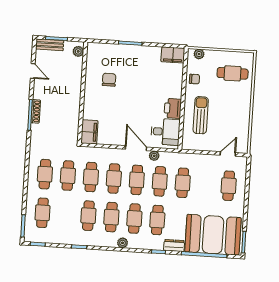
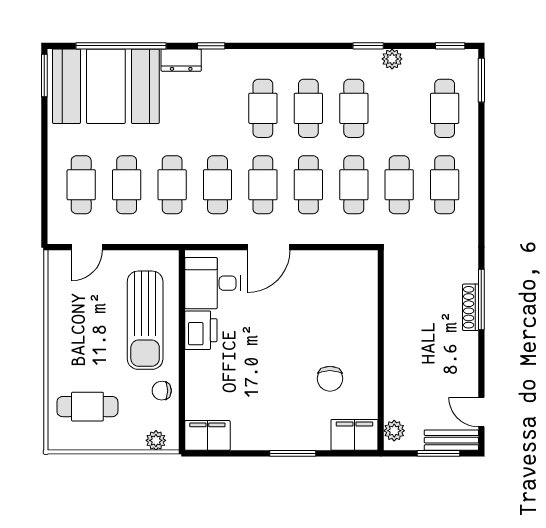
door: (33, 71) -> (481, 412), moved
sun lounger: (201, 115) -> (145, 320), width x1.36, depth x1.34
filing cabinet: (89, 132) -> (354, 435), moved, turned 90
door: (136, 148) -> (269, 247), hinge flipped
plant: (154, 156) -> (232, 234), removed
cafe table: (157, 220) -> (127, 185), moved
plant: (123, 243) -> (392, 59), moved

